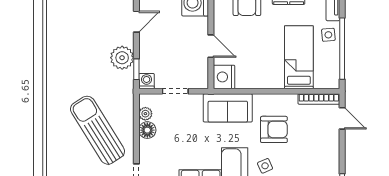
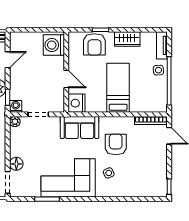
bed: (299, 57) -> (118, 88), moved
plant: (145, 114) -> (15, 122), moved
armchair: (274, 129) -> (116, 144), turned -90
floor lamp: (147, 130) -> (16, 164), moved

